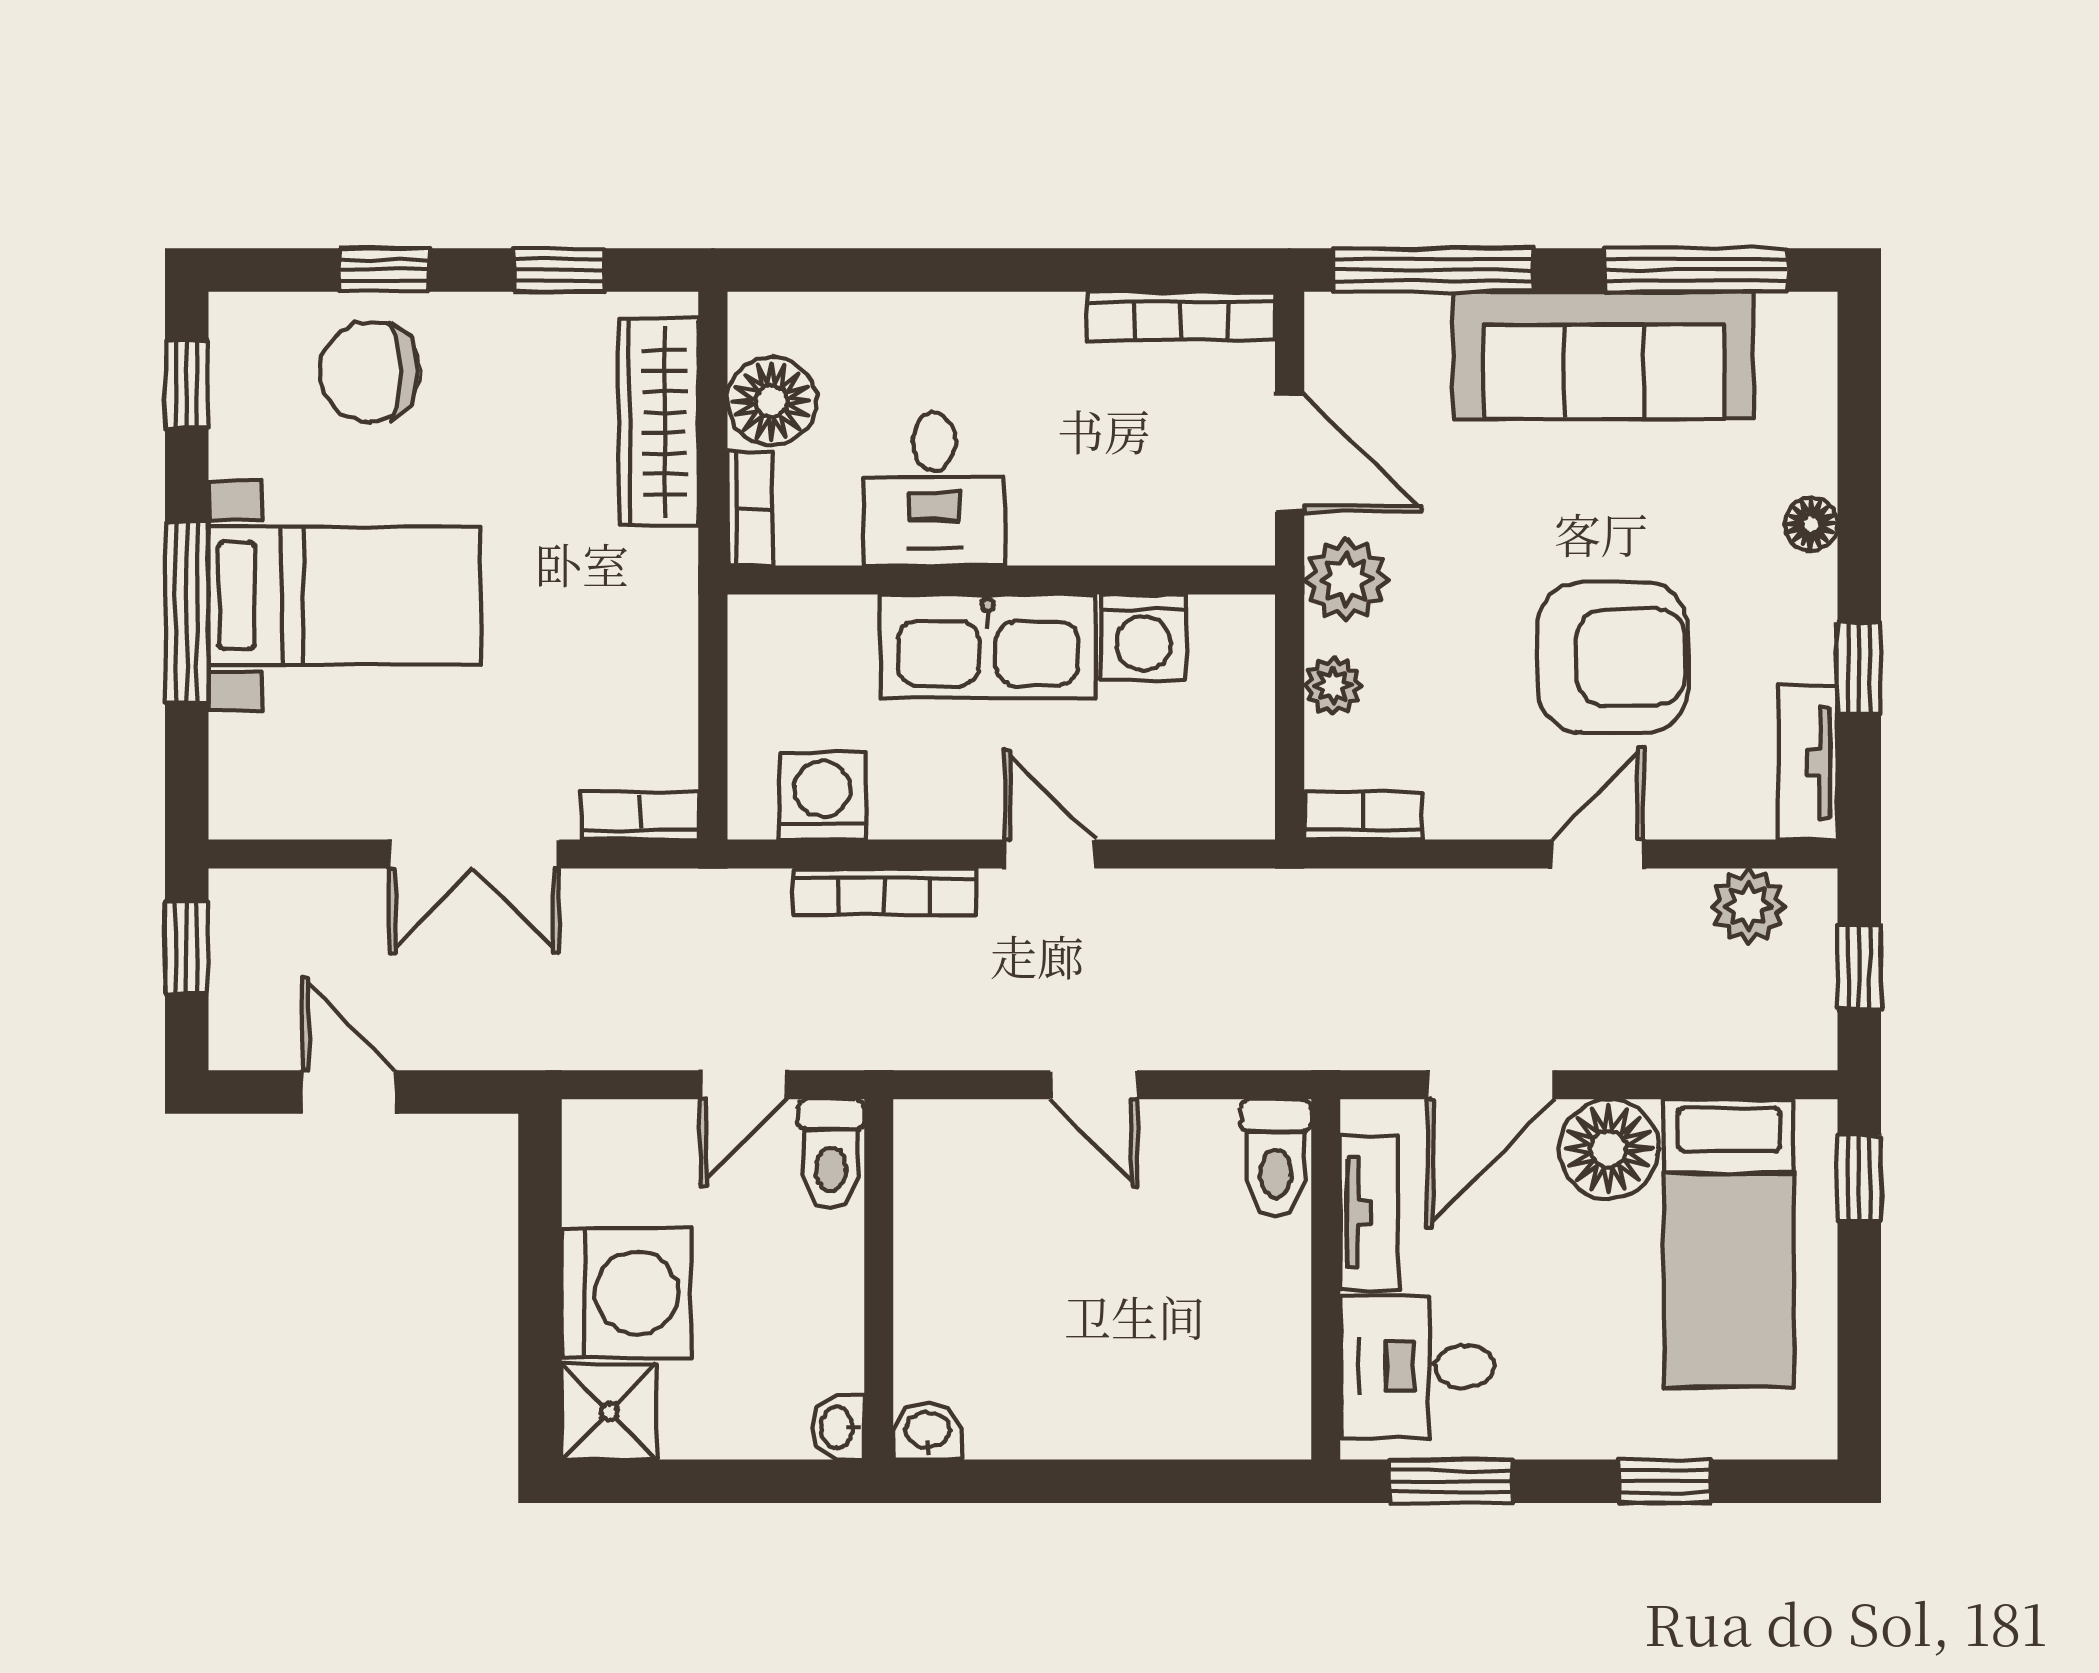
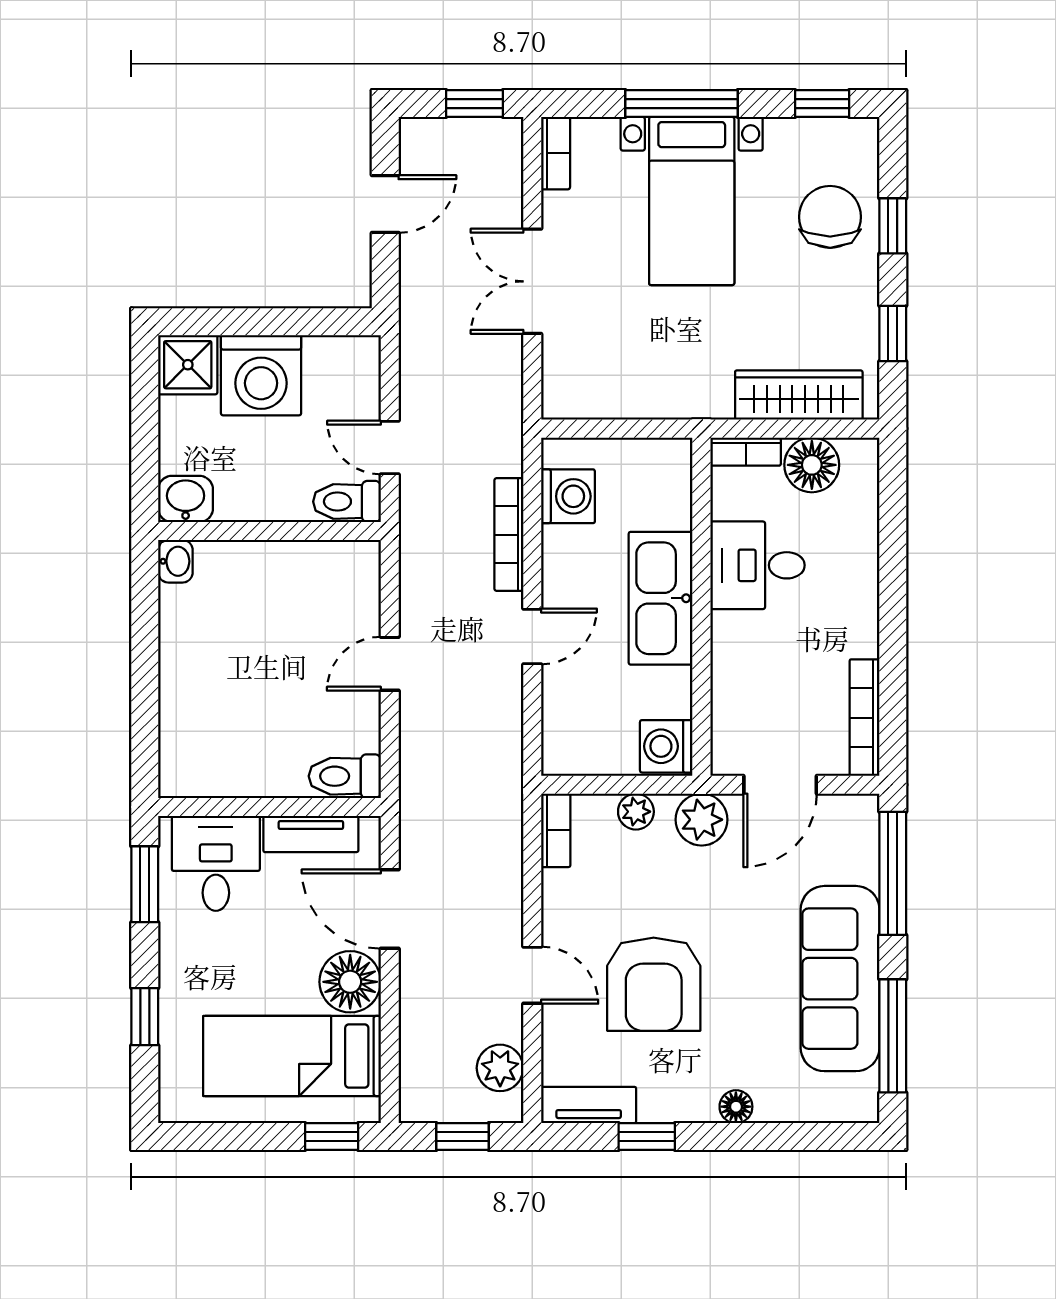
washing machine: (1143, 637) -> (666, 746), moved
bookcase: (640, 816) -> (556, 153), moved
washbasin: (838, 1428) -> (186, 499), width x1.38, depth x1.45

